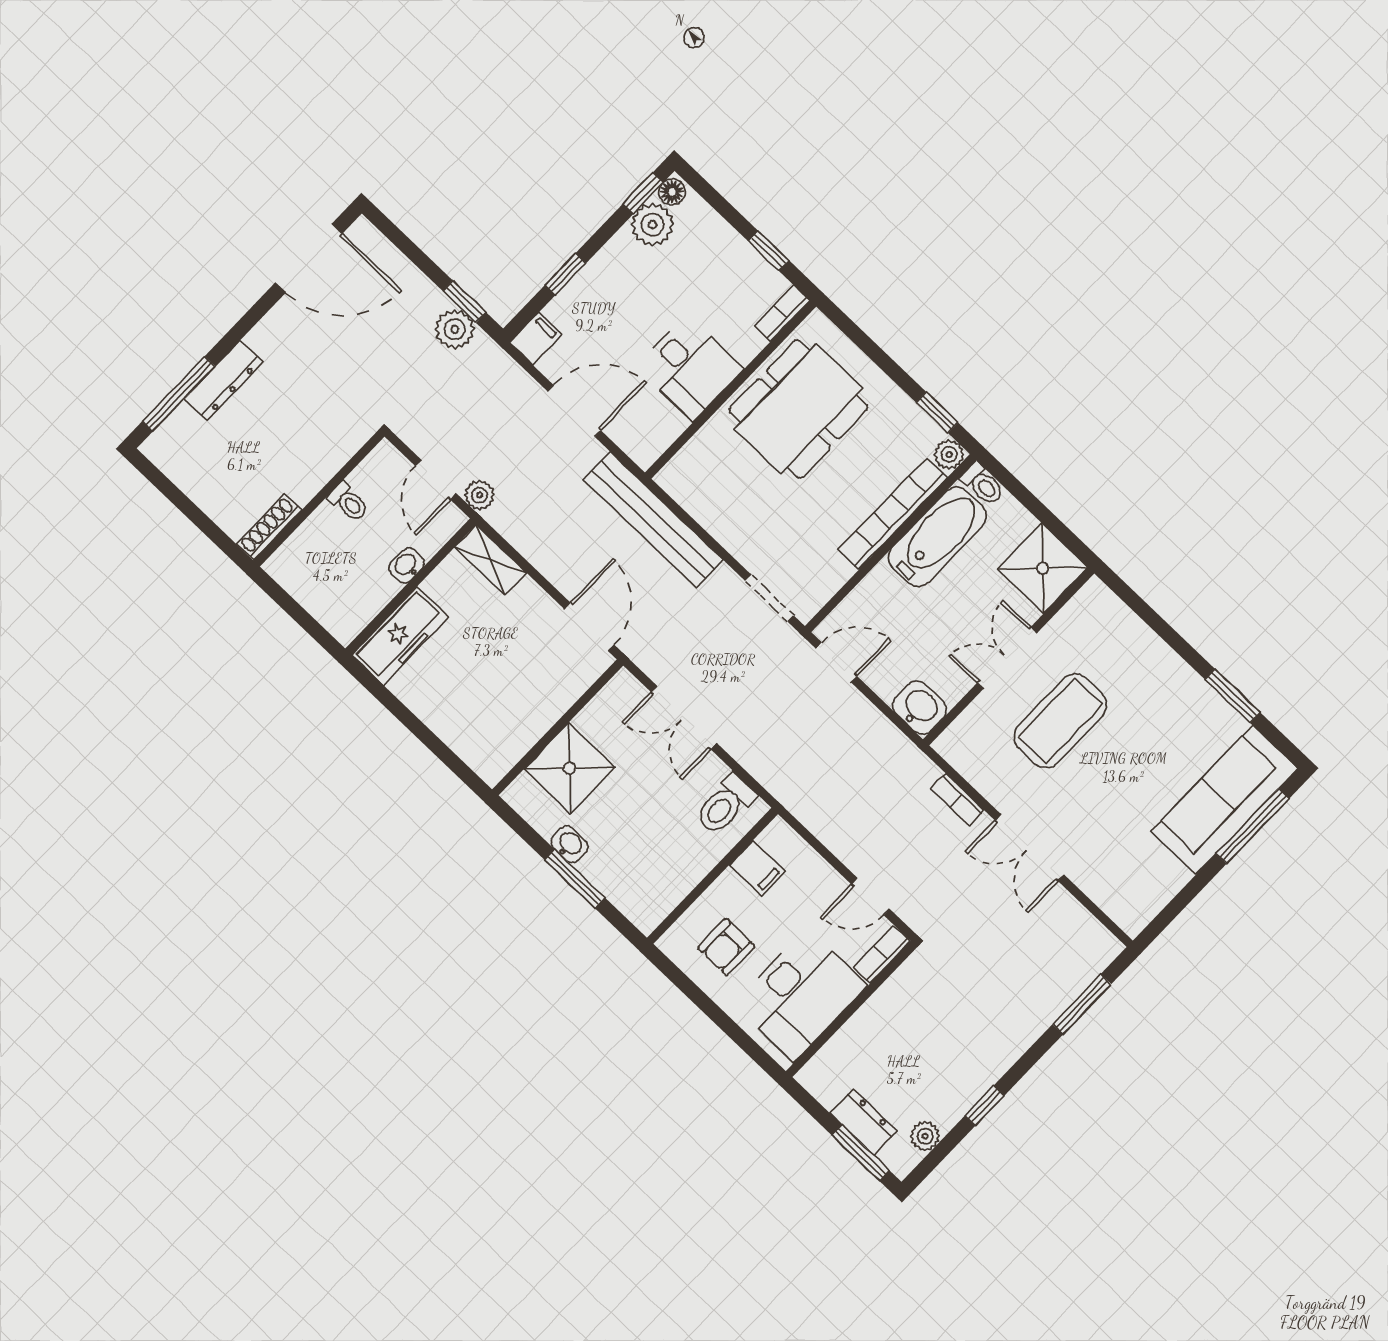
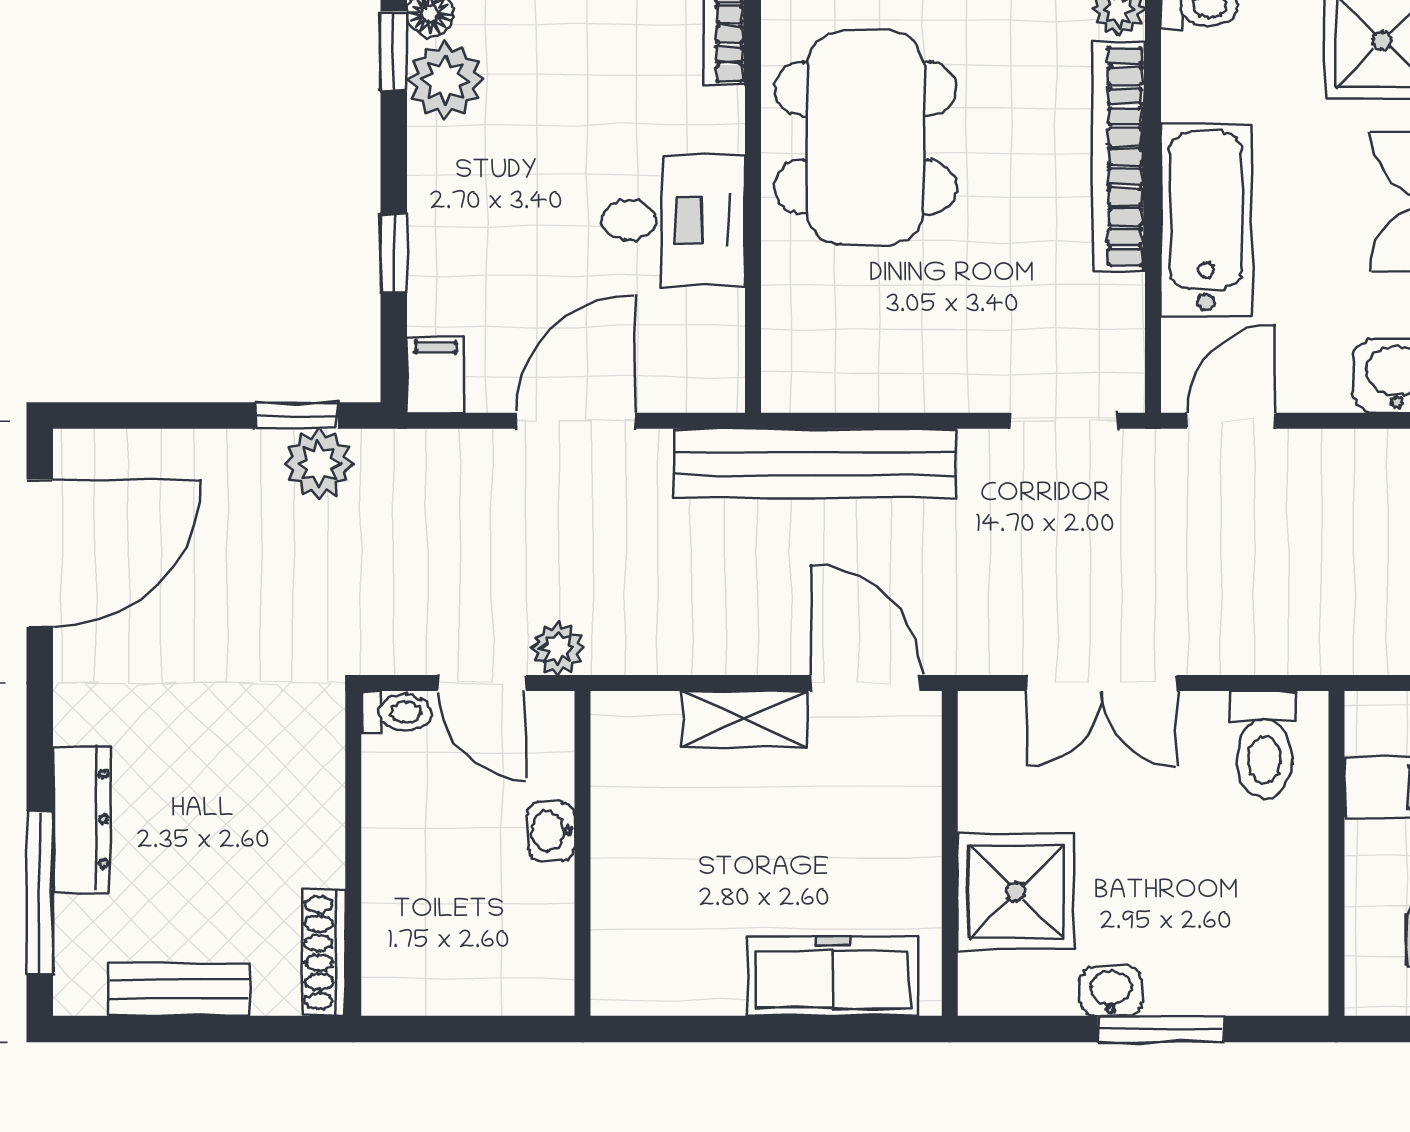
bench: (197, 486) -> (179, 989), added
toilet: (349, 502) -> (396, 712), moved
bathtub: (937, 537) -> (1206, 220), moved
shelving: (491, 560) -> (744, 719), moved
freezer: (400, 636) -> (833, 976), moved, turned -90

